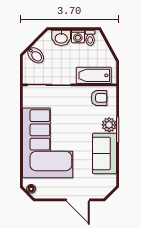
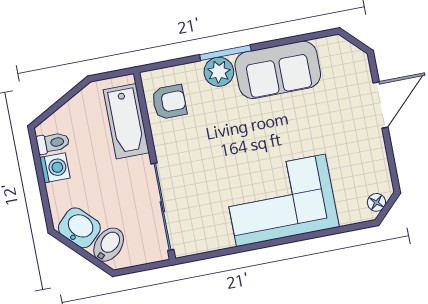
washbasin: (61, 38) -> (79, 228), moved, turned -45
armchair: (99, 98) -> (169, 102), turned 90
corner sofa: (48, 143) -> (281, 200), width x0.73, depth x0.74

